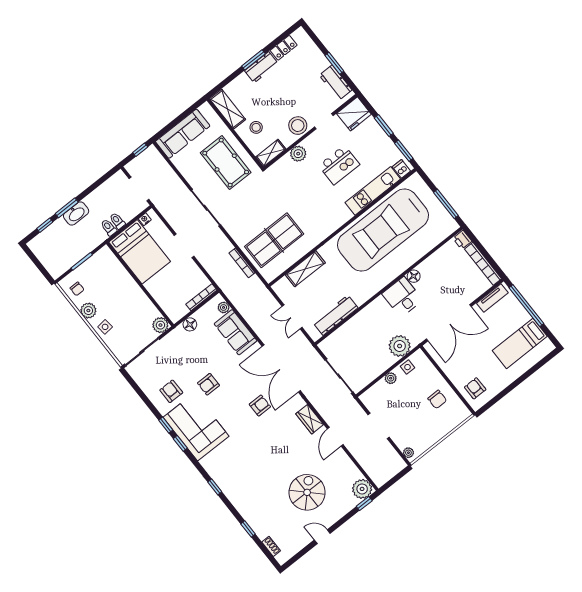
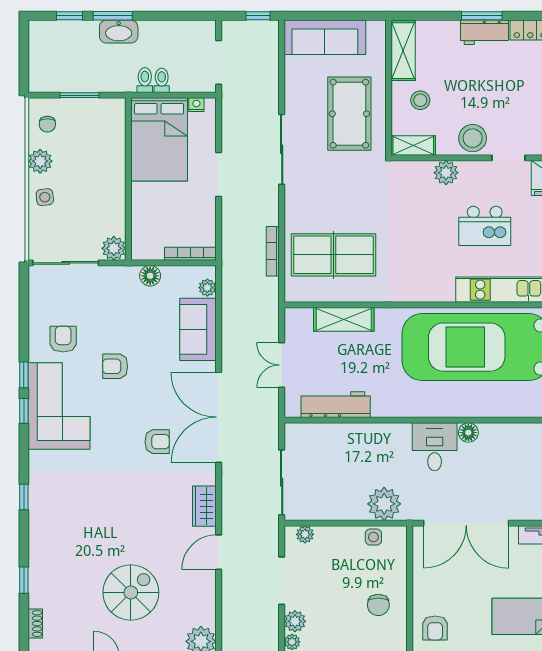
plant: (391, 378) -> (305, 534), moved
armchair: (475, 388) -> (435, 628), turned 180
plant: (402, 441) -> (295, 621), added

